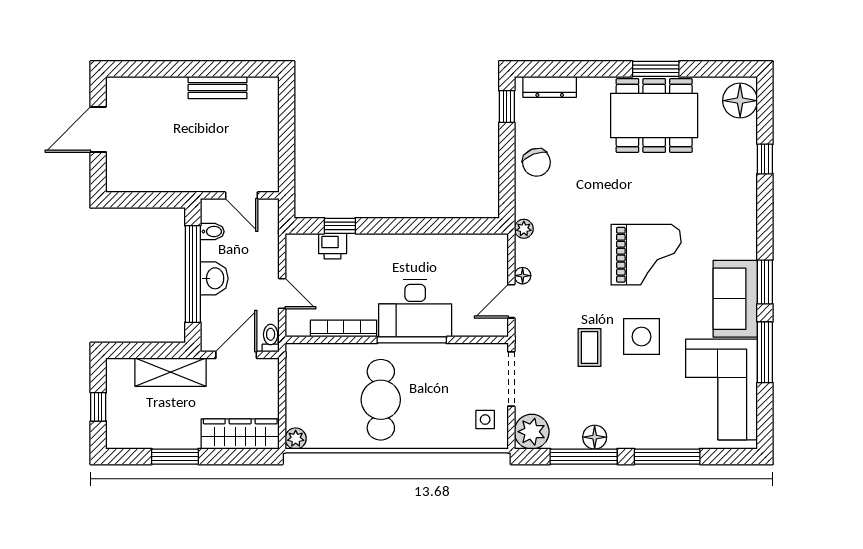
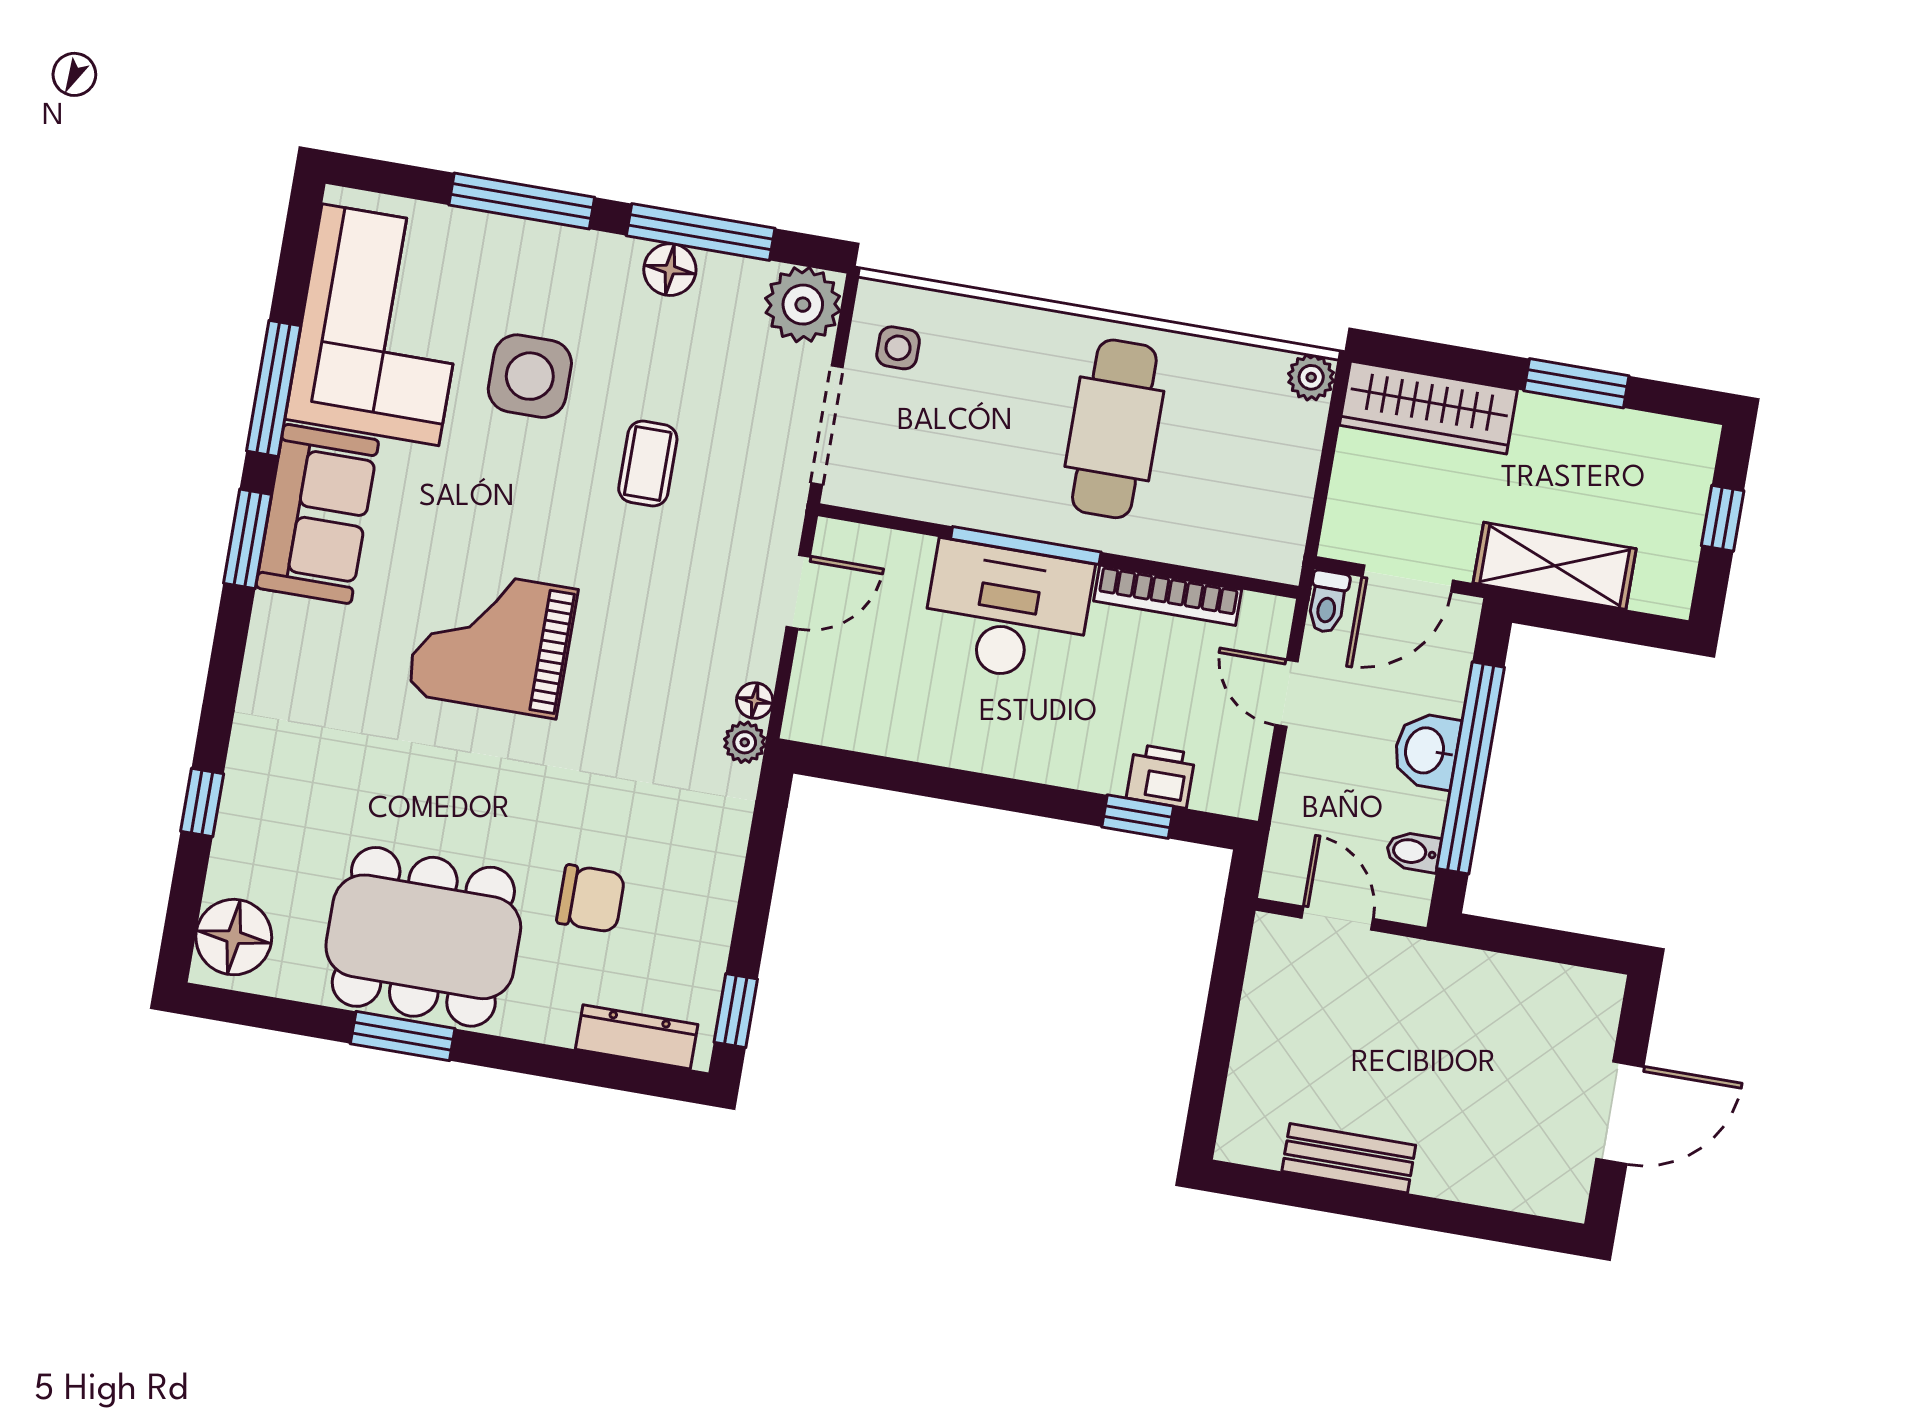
chair: (536, 162) -> (591, 899), moved, turned 111
floor lamp: (523, 276) -> (755, 701), moved
side table: (641, 337) -> (530, 376), moved

